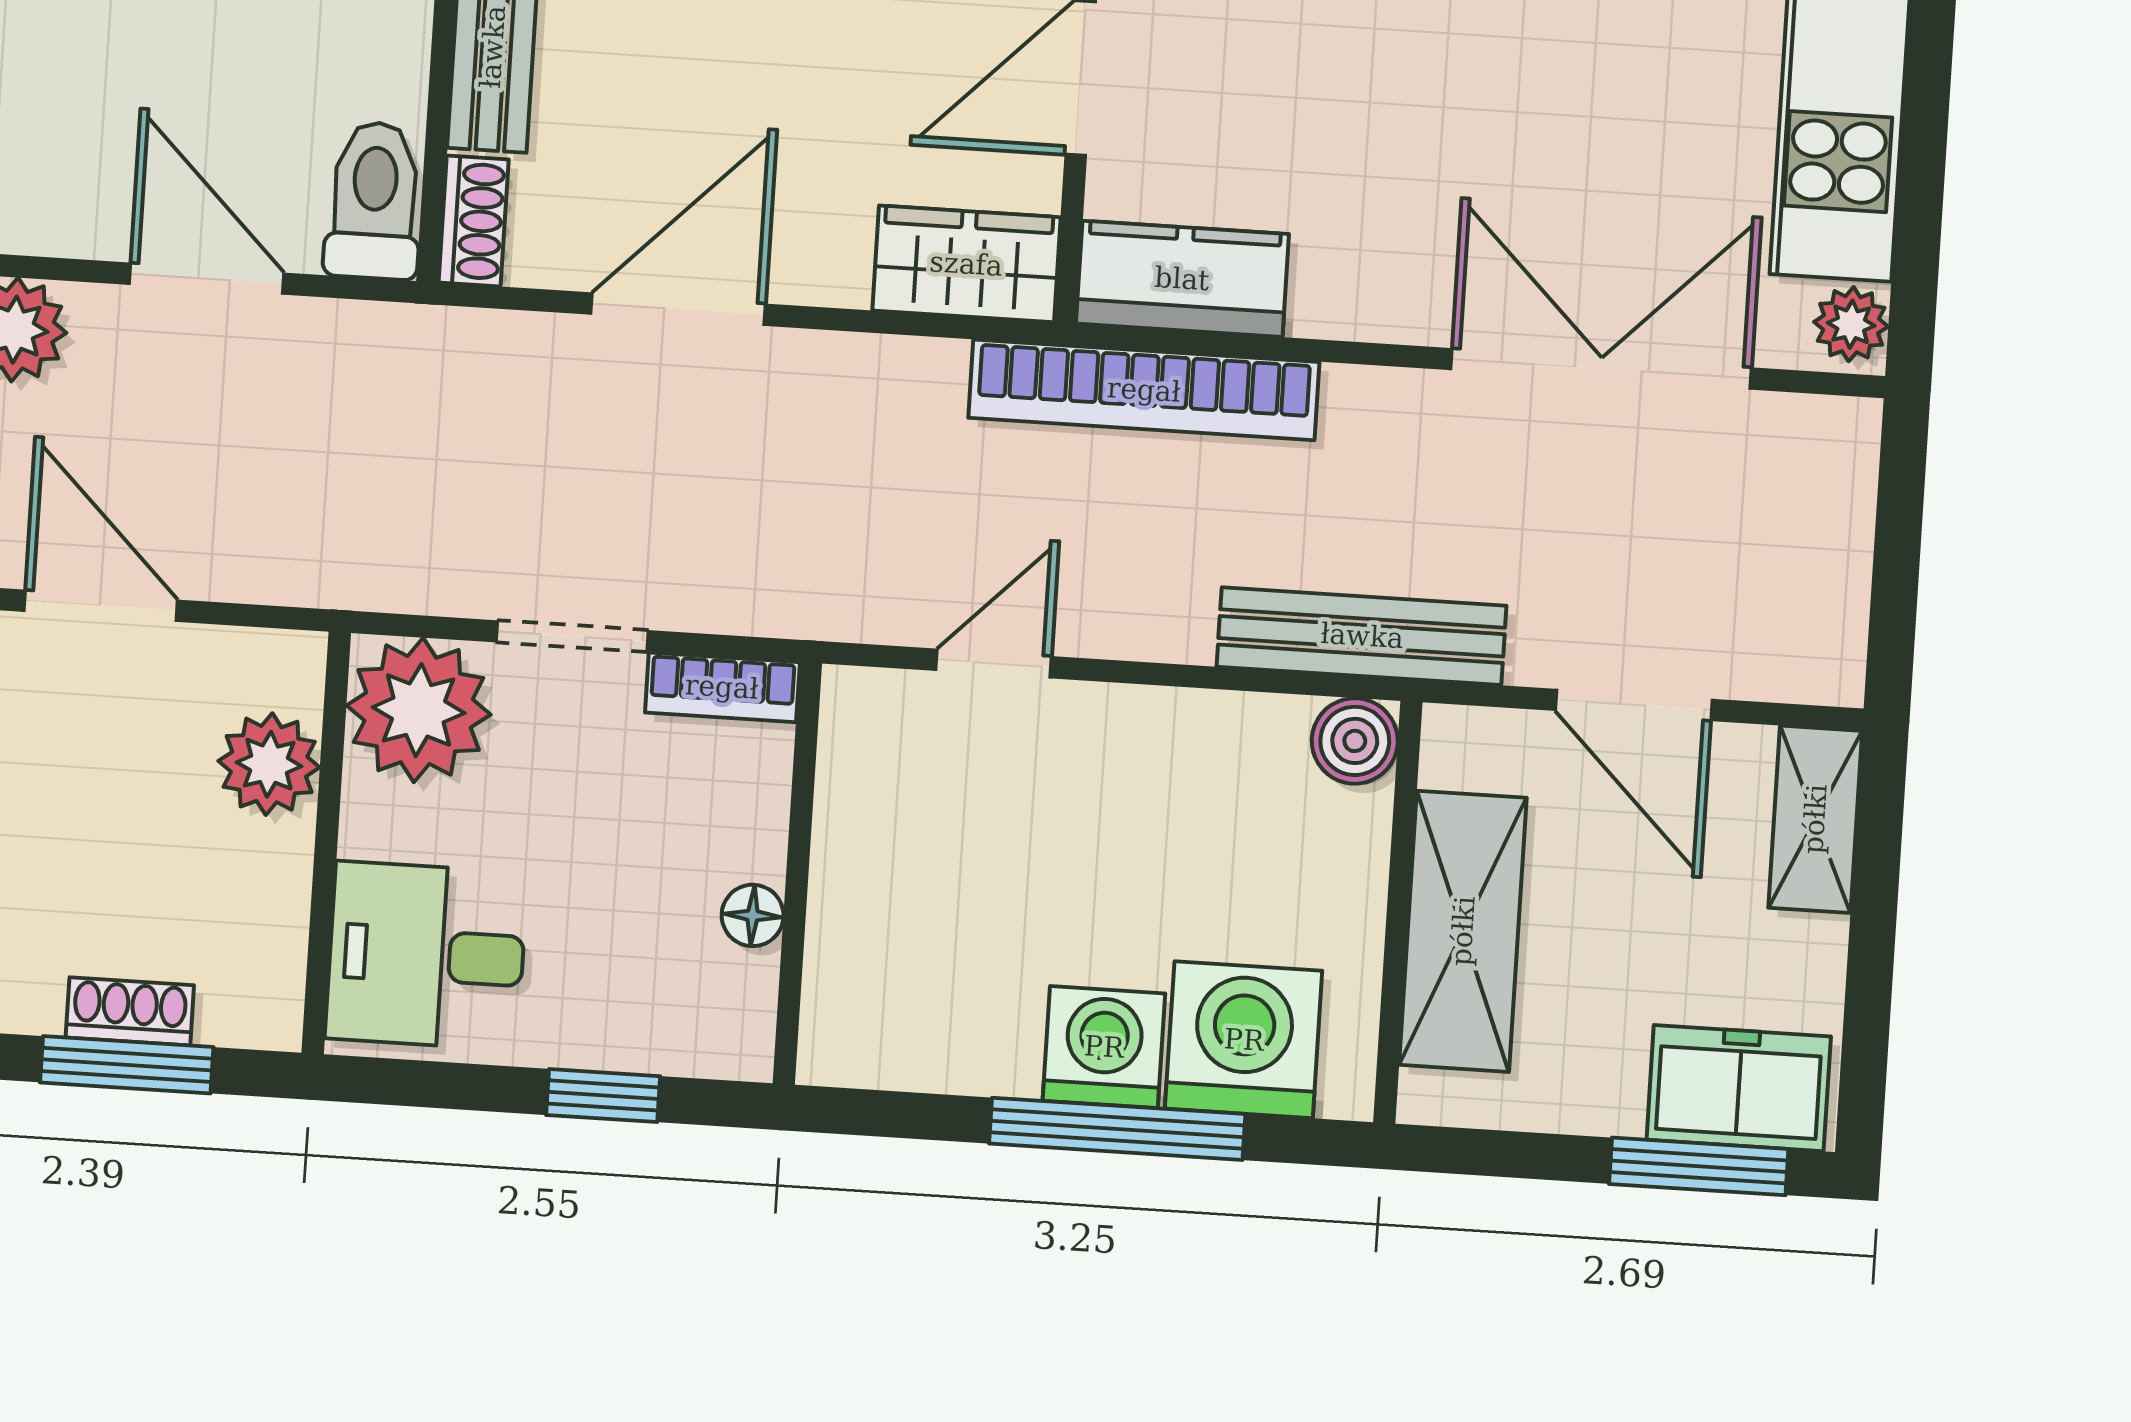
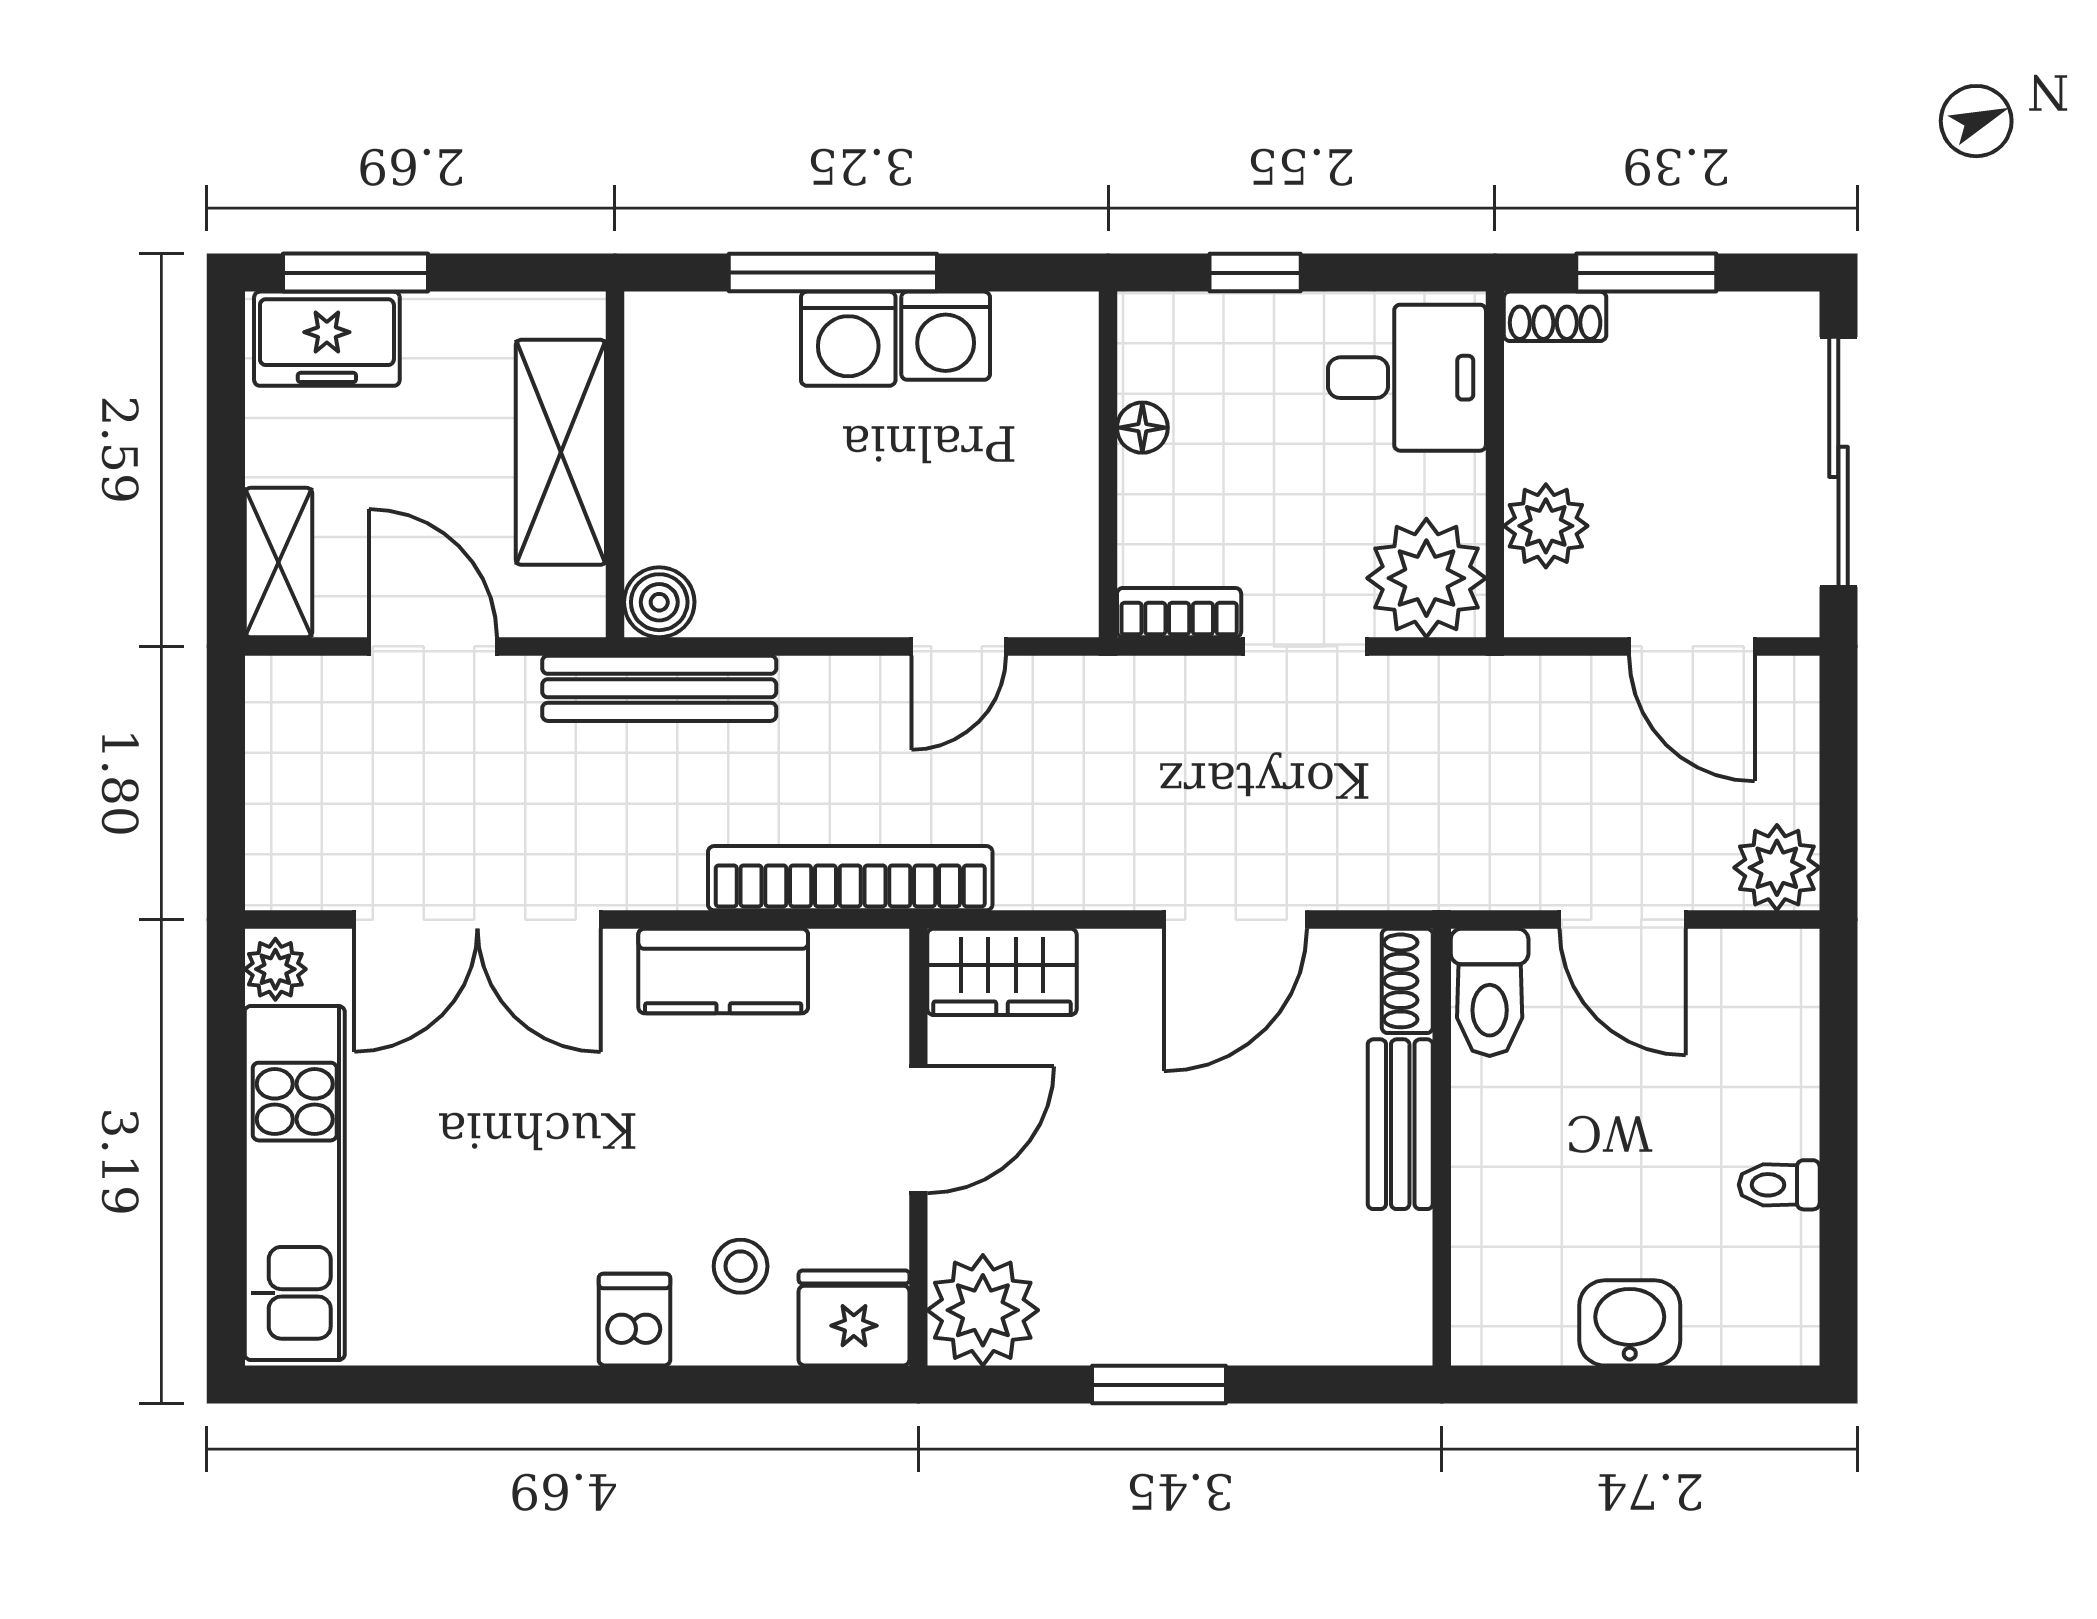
kitchen counter: (1182, 279) -> (723, 971), moved
shoe rack: (130, 1011) -> (1555, 316), moved
washing machine: (1244, 1040) -> (946, 336), moved, width x0.73, depth x0.73

